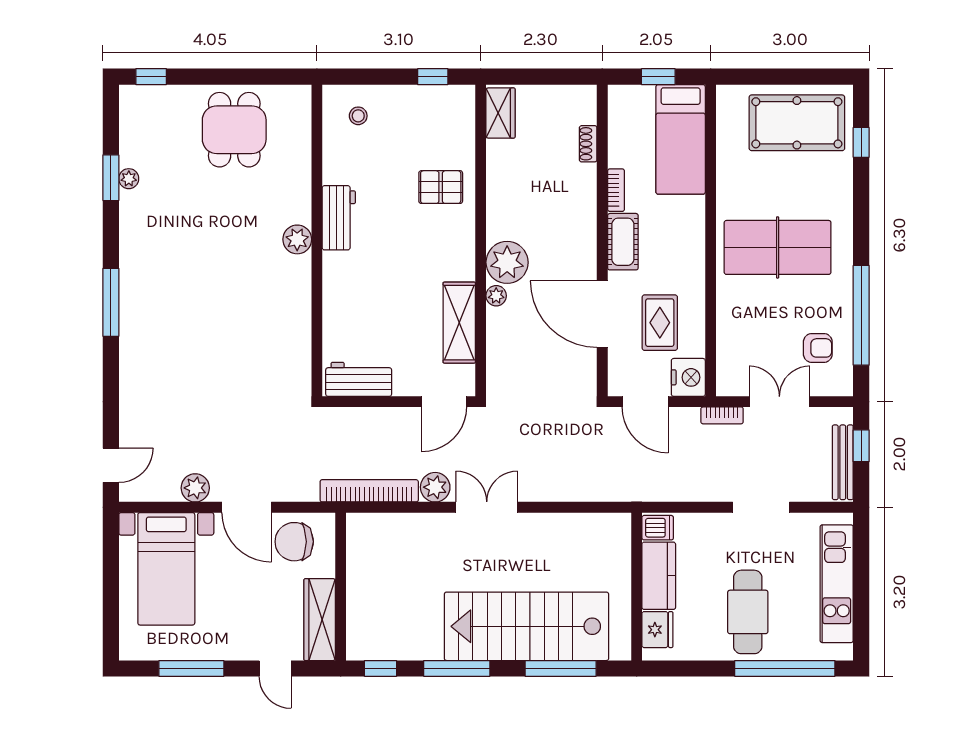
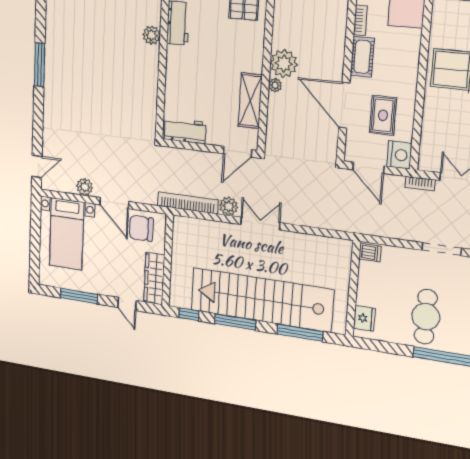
kitchen counter: (659, 576) -> (368, 284), removed
stairs: (526, 626) -> (262, 300), width x1.36

